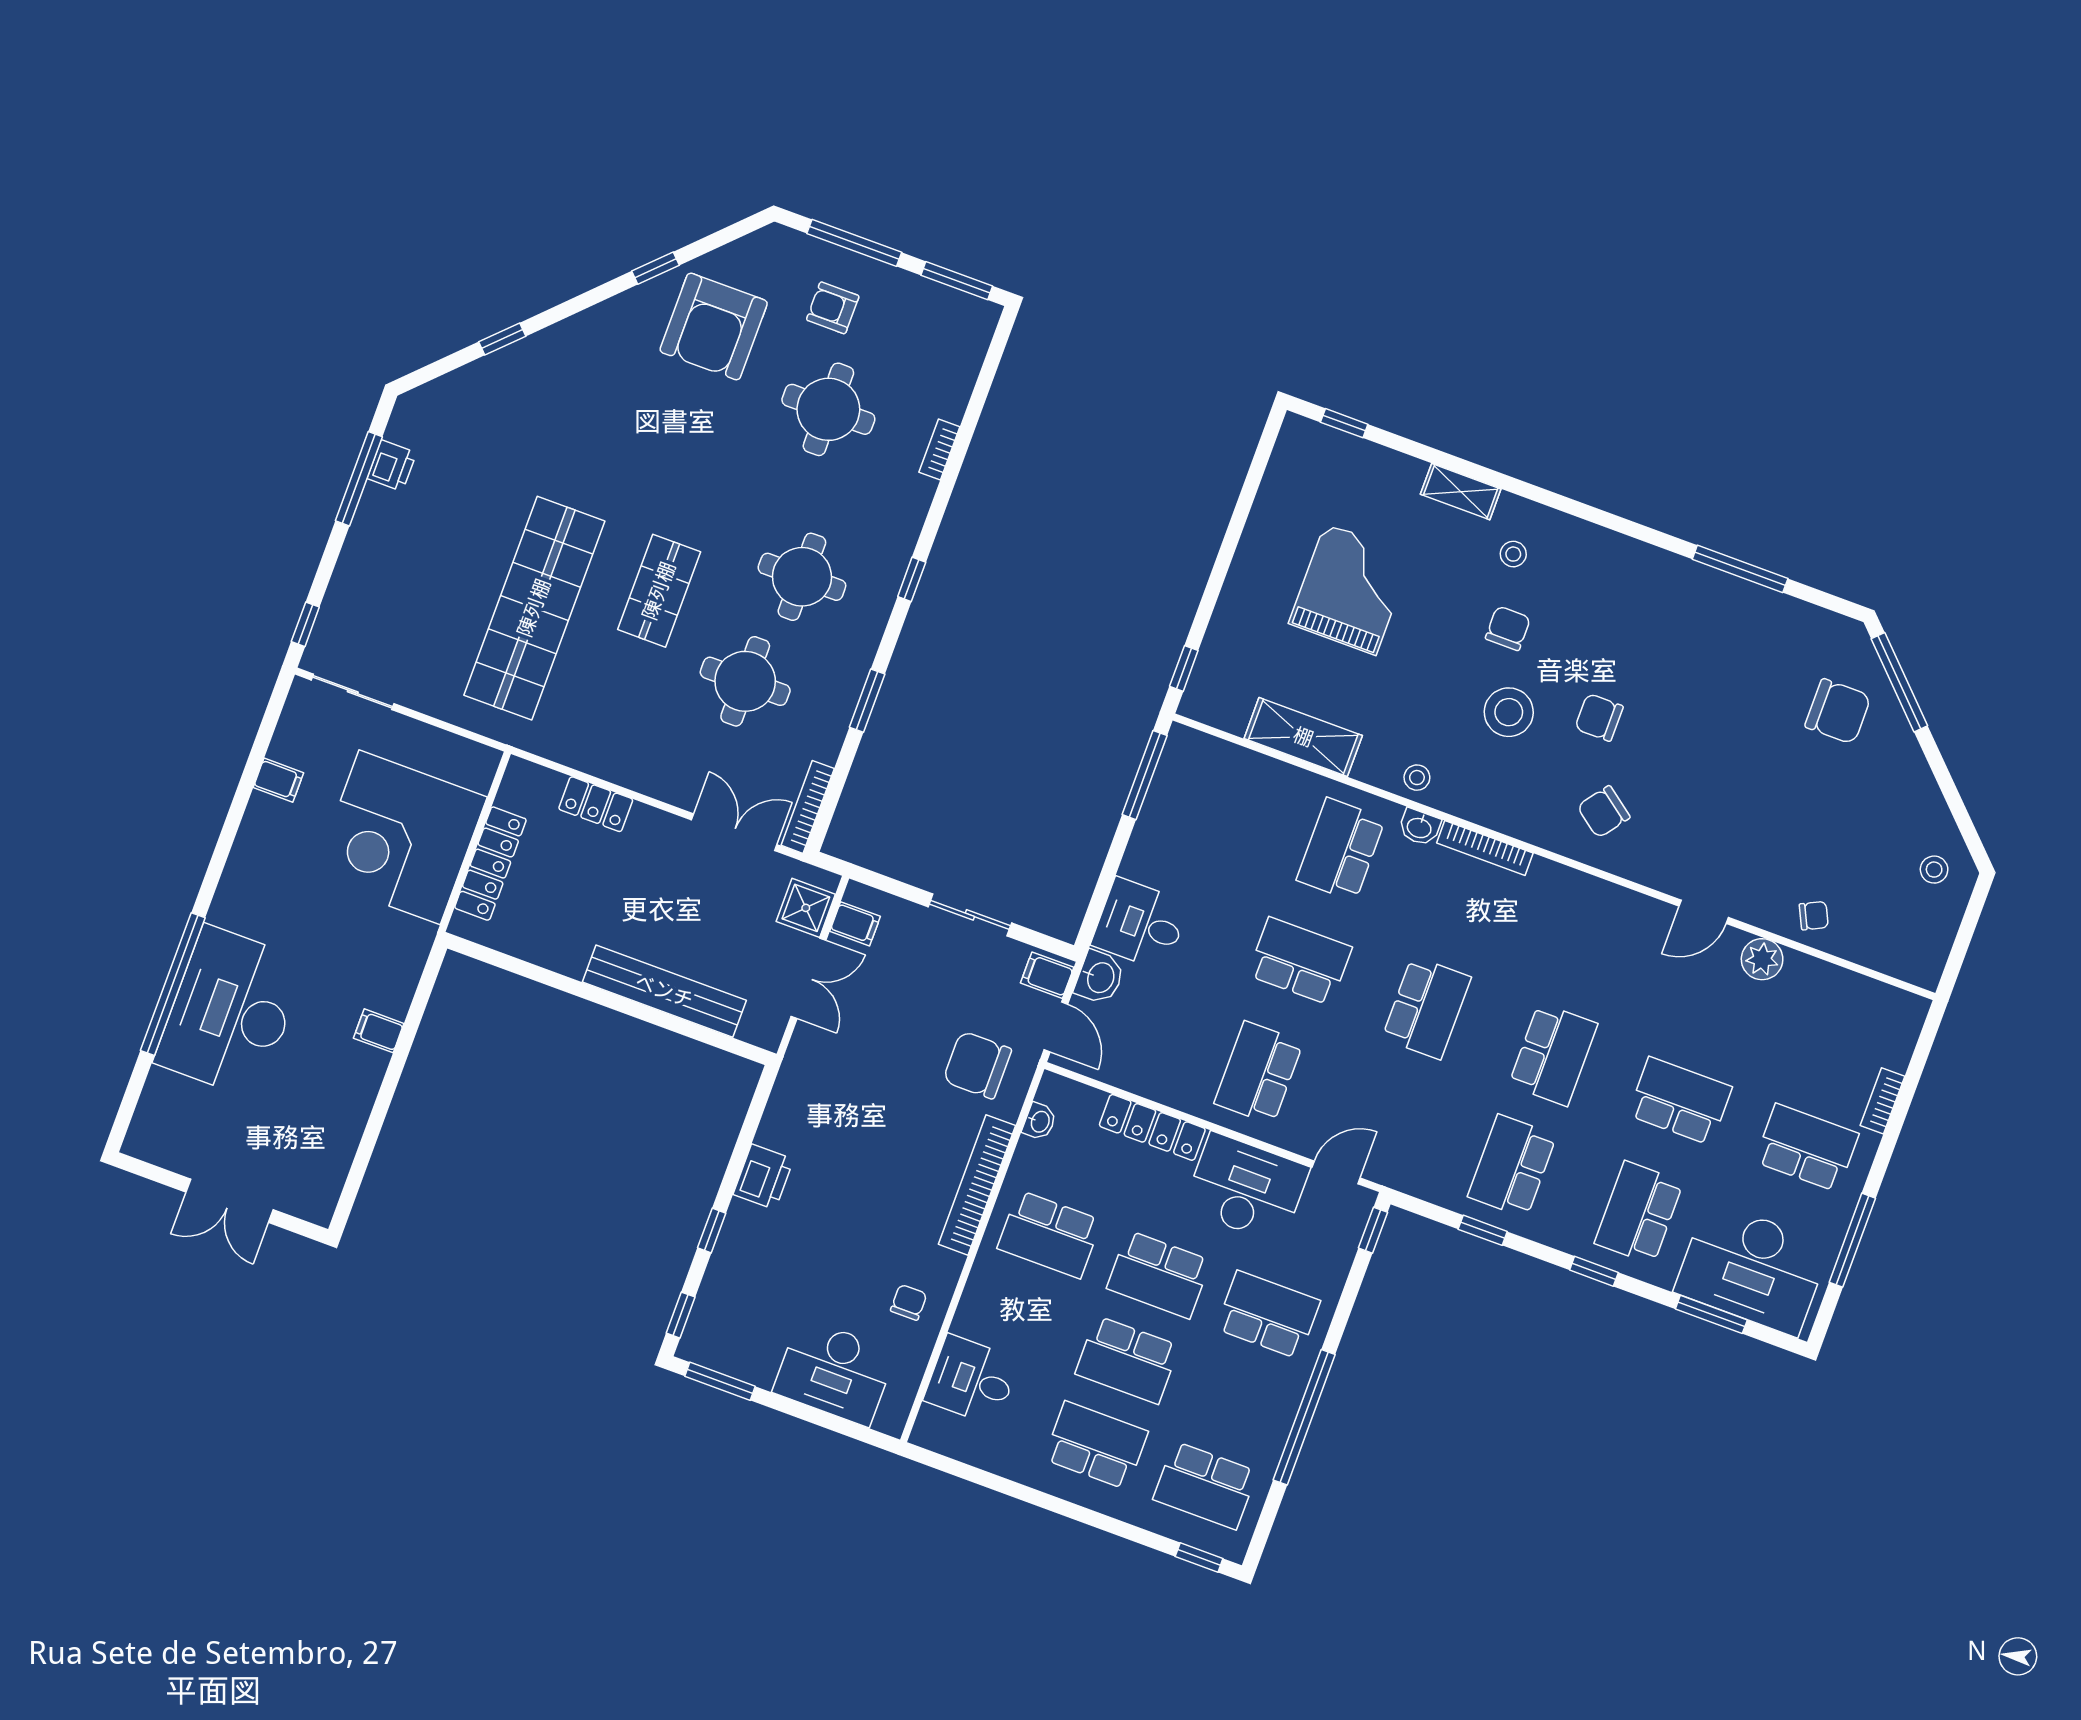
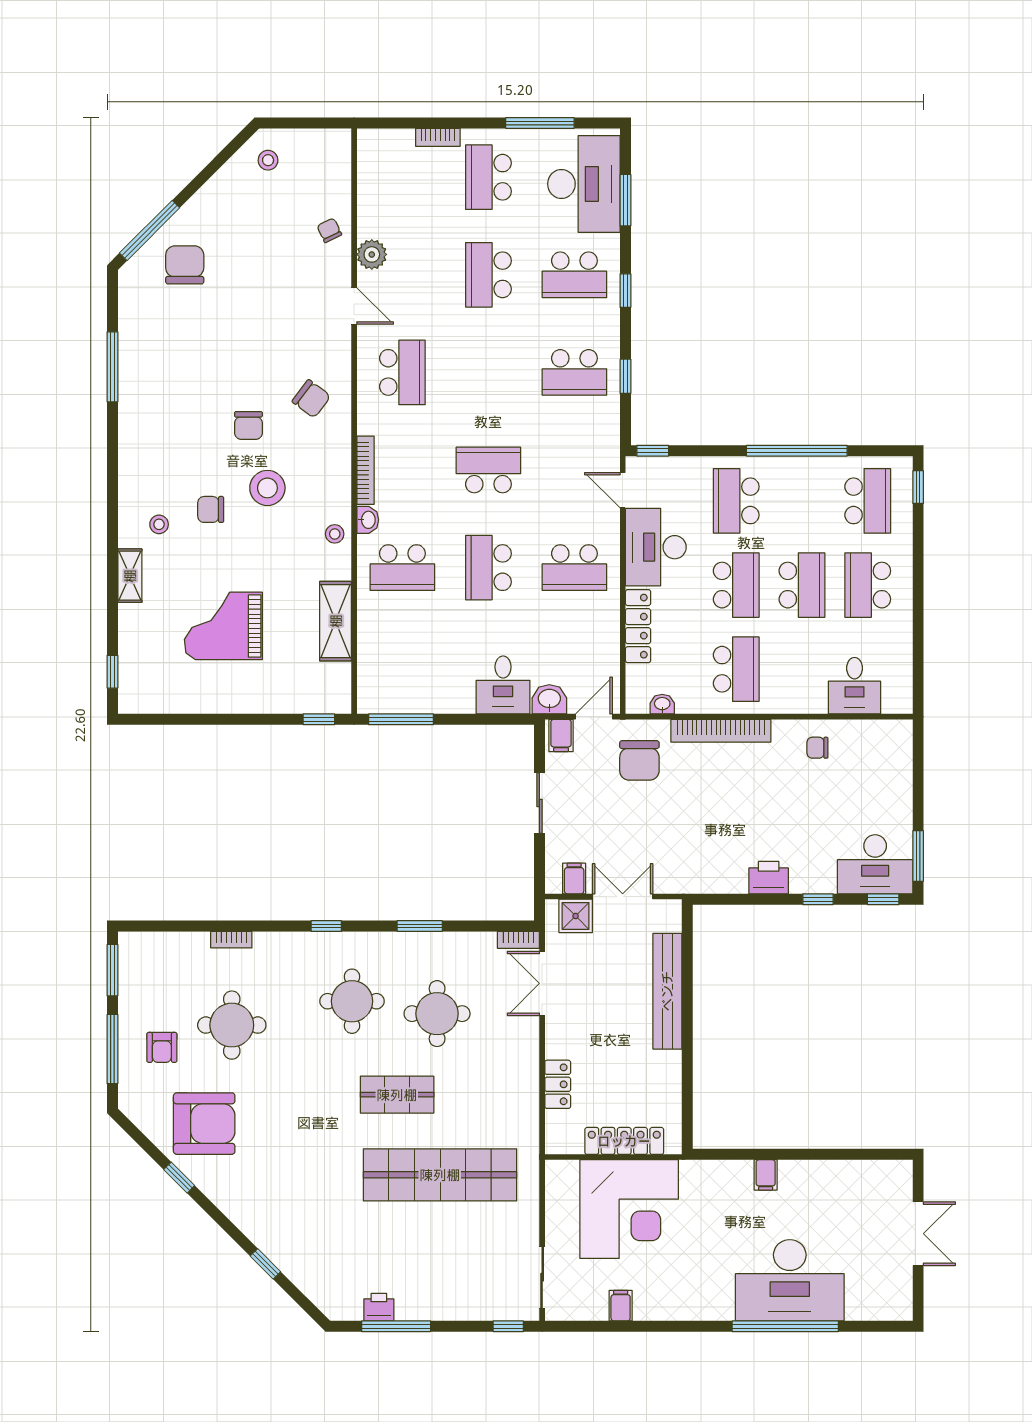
bookcase: (808, 807) -> (518, 940), width x0.64
school desk: (1553, 1054) -> (402, 372), moved, turned 90
desk: (834, 1372) -> (875, 864), moved, turned 90

